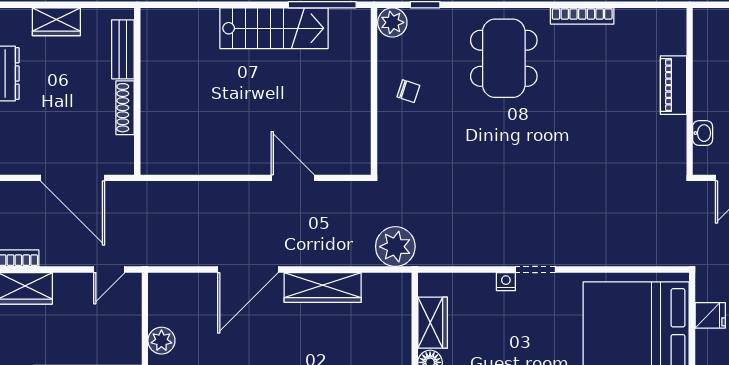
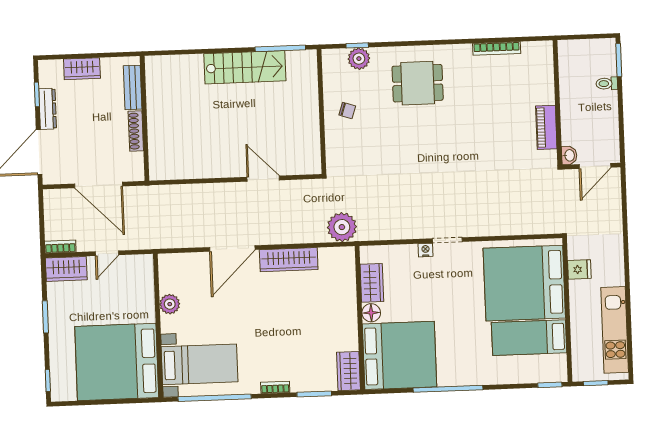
bookcase: (582, 16) -> (497, 48), moved
plant: (392, 22) -> (359, 59), moved
dining table: (504, 58) -> (418, 83), width x0.73
piano: (673, 85) -> (546, 127), moved
washbasin: (703, 133) -> (569, 155), moved
door: (109, 269) -> (107, 253), moved

